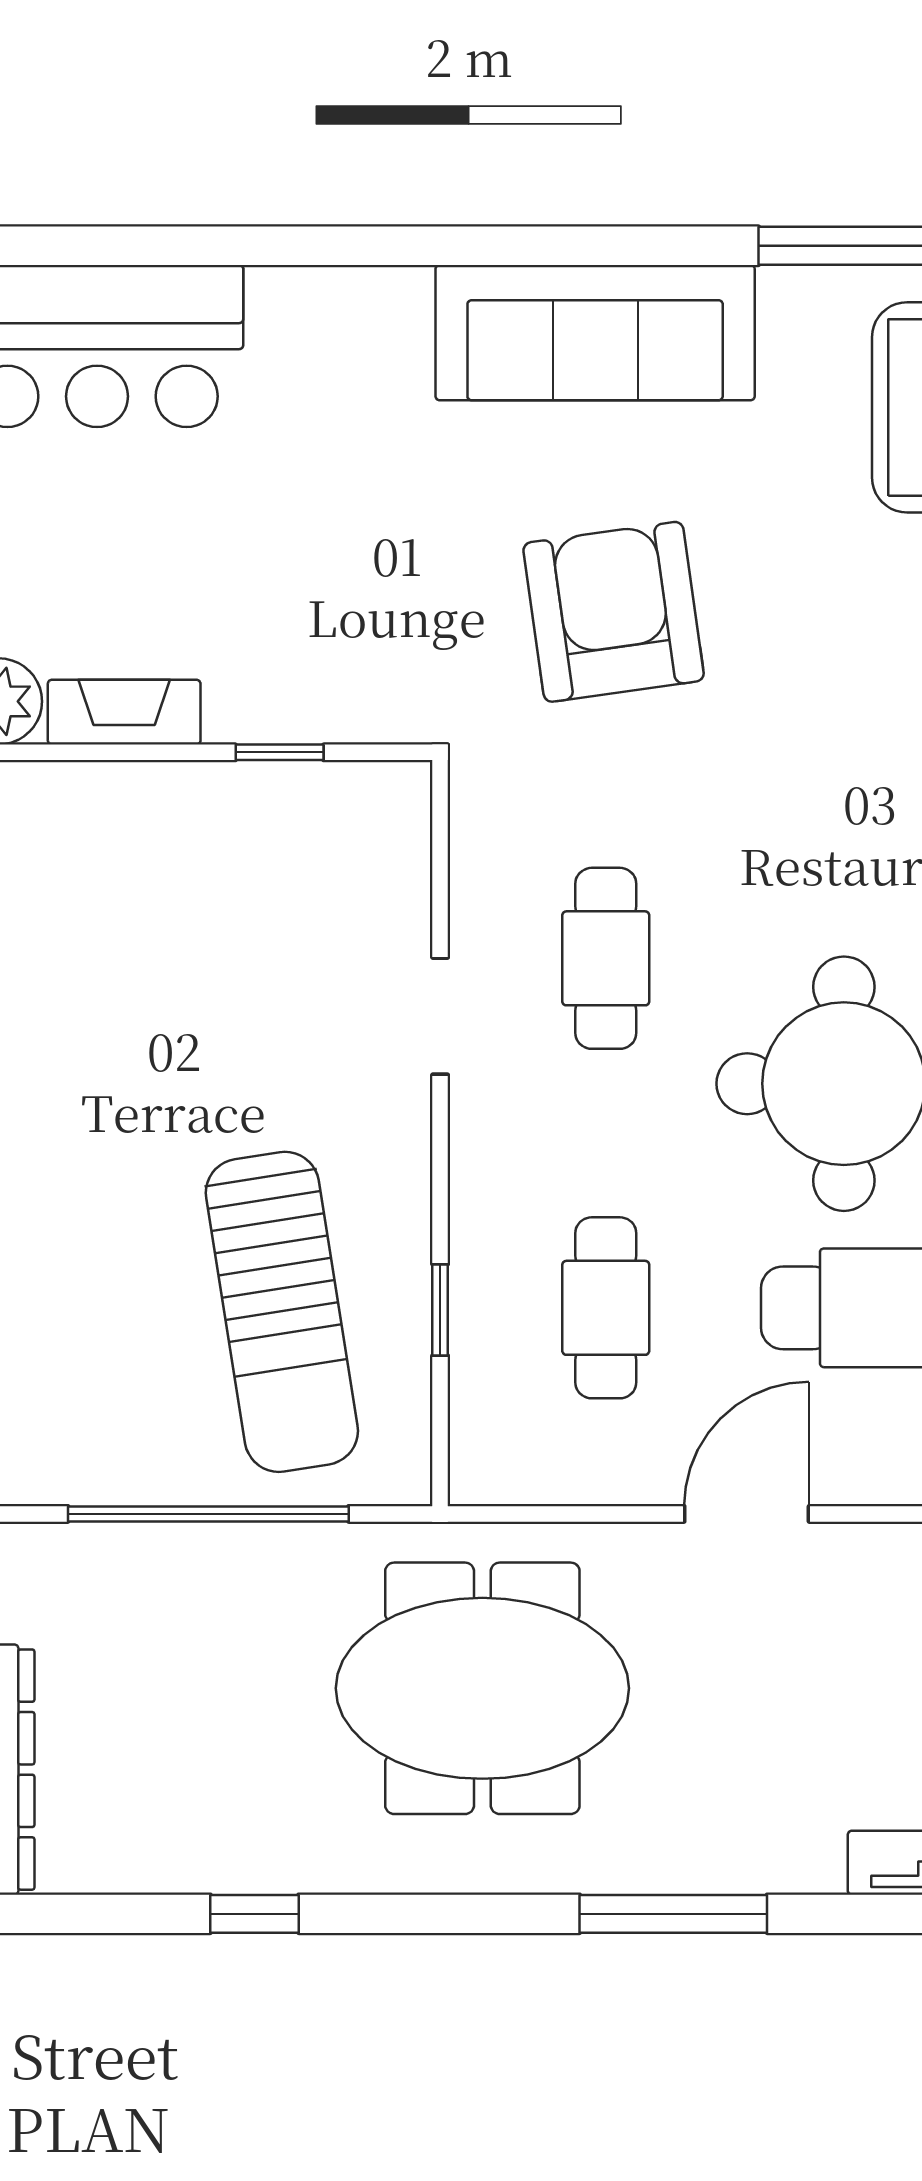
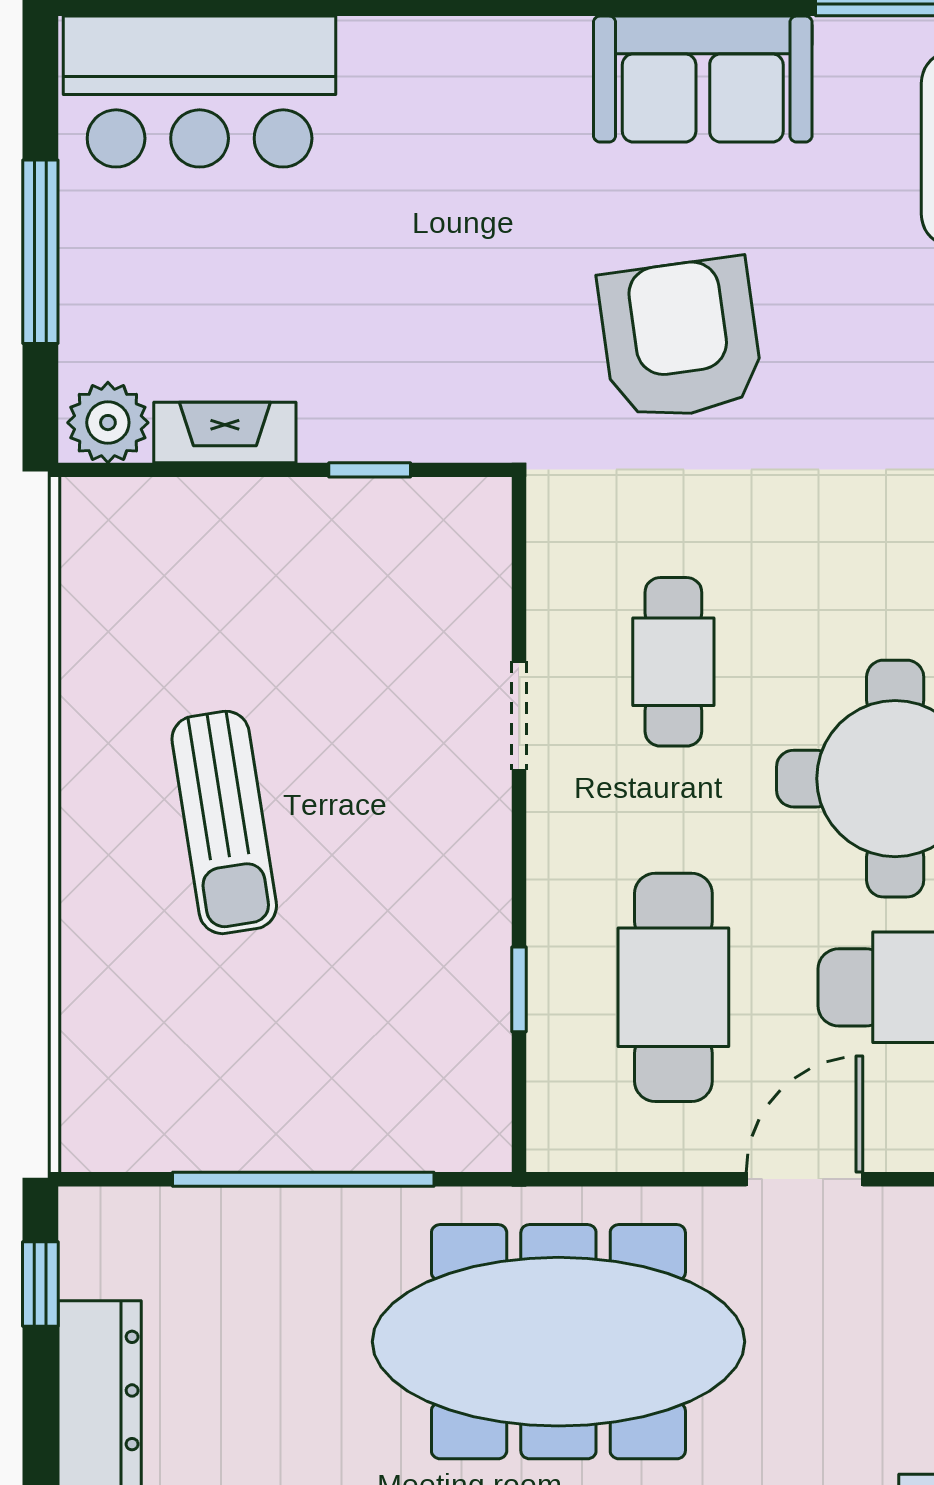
sofa: (595, 333) -> (703, 79), width x0.73
cafe table: (606, 1308) -> (673, 987), width x1.37, depth x1.35
sun lounger: (282, 1312) -> (224, 822), moved, width x0.73, depth x0.75
meeting table: (482, 1688) -> (558, 1342), width x1.36

